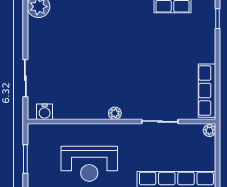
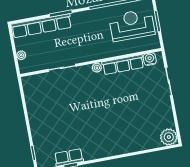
row of seats: (207, 91) -> (123, 65), moved, turned 90
plant: (209, 131) -> (21, 55), moved
reception desk: (89, 164) -> (132, 25), moved

